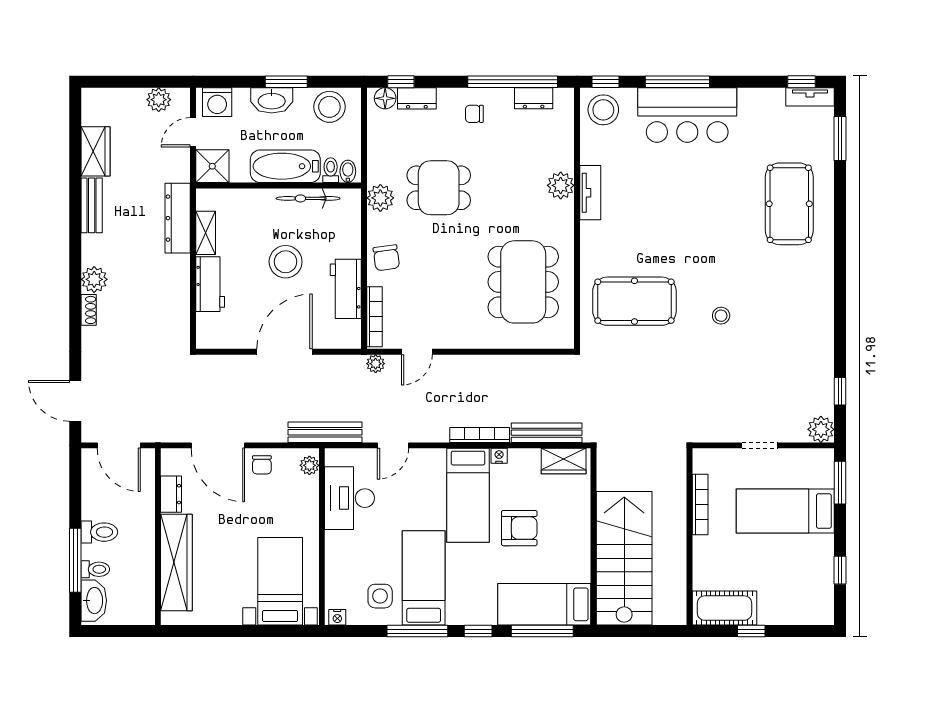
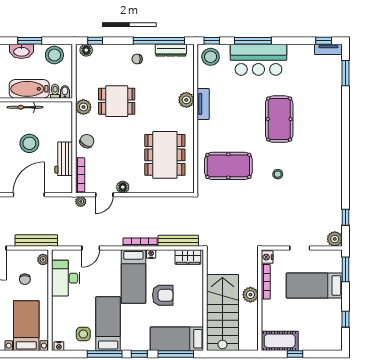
dresser: (417, 98) -> (104, 50), removed
dresser: (534, 98) -> (171, 50), width x1.44
bicycle: (308, 198) -> (25, 107), moved
pool table: (789, 204) -> (279, 119), moved
chair: (386, 258) -> (87, 141), turned -141
floor lamp: (449, 338) -> (123, 187), added
bench: (325, 432) -> (36, 241), moved
nightstand: (702, 461) -> (267, 257), added
chair: (262, 465) -> (25, 279), moved
plant: (673, 527) -> (250, 295), added

